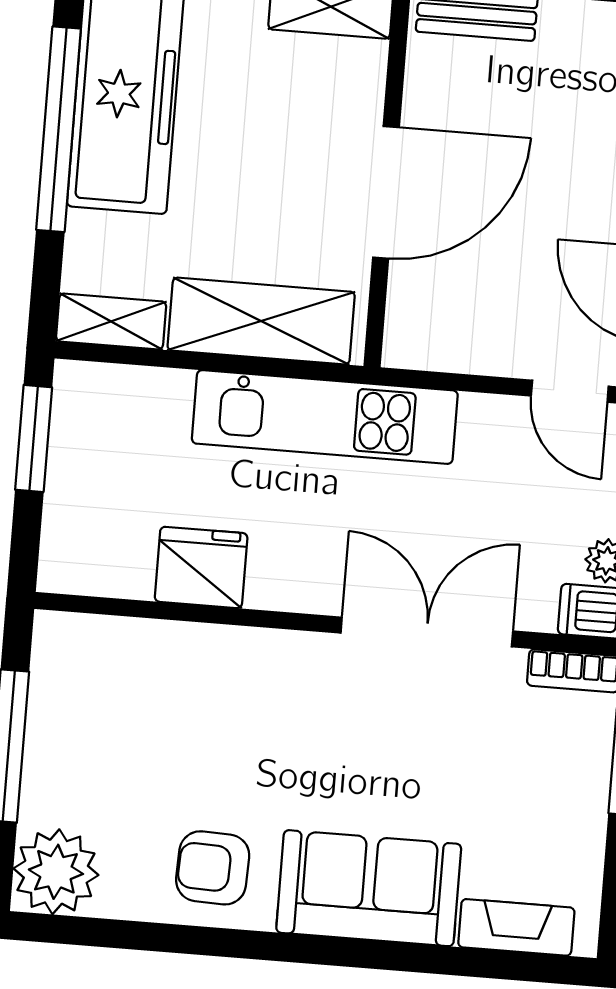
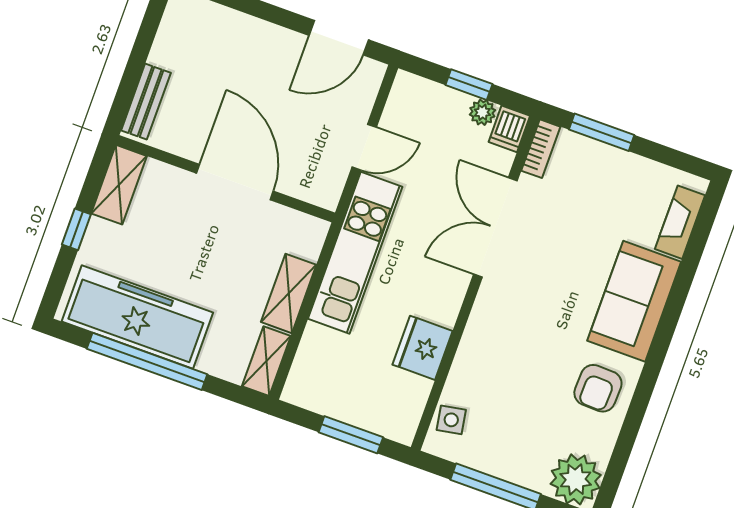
shelving: (261, 321) -> (289, 293), width x0.67, depth x0.75
door: (570, 391) -> (364, 147), moved
window: (34, 438) -> (351, 435), moved
side table: (98, 645) -> (451, 420), added

